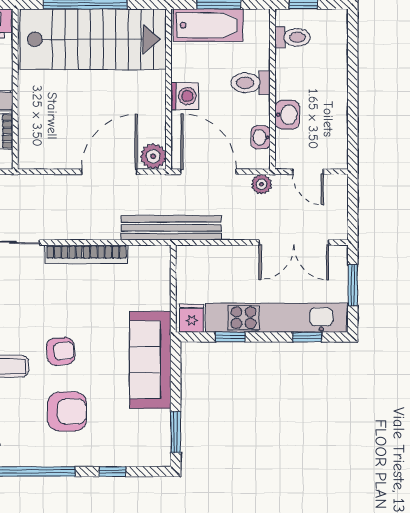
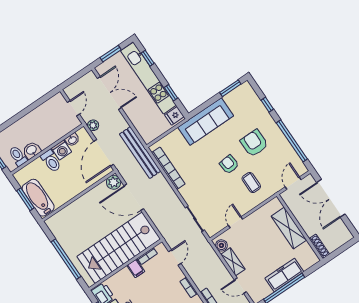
stairs: (93, 39) -> (119, 248), moved, turned -90
washing machine: (185, 96) -> (61, 150), moved, turned 180
washbasin: (287, 115) -> (32, 150), moved
bookcase: (86, 254) -> (168, 168), moved

